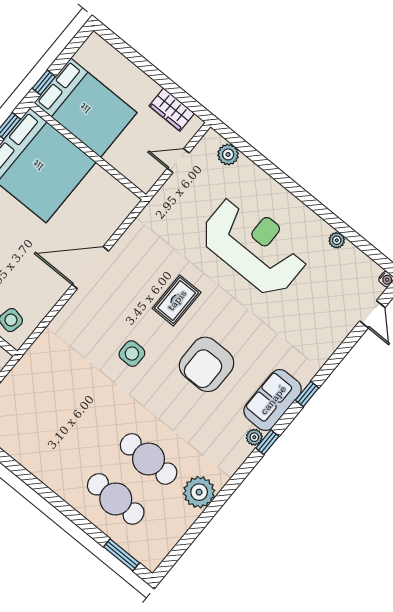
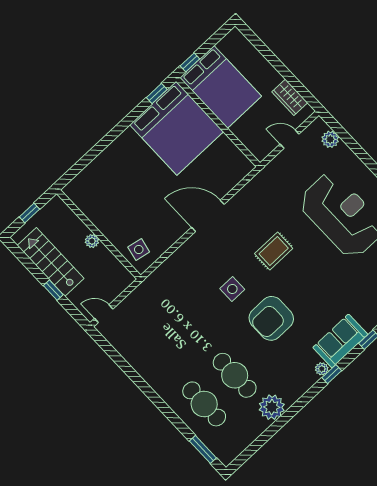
armchair: (207, 364) -> (271, 318), moved

